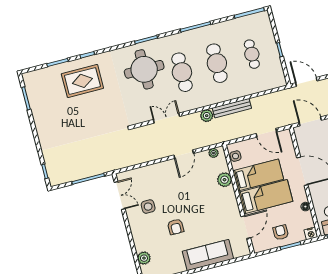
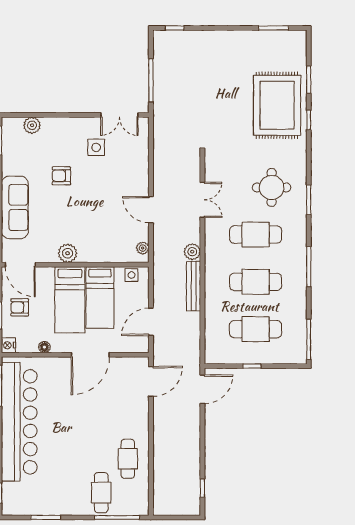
cafe table: (252, 54) -> (256, 329), width x1.37, depth x1.35
round table: (144, 69) -> (272, 187), width x0.73, depth x0.73
rug: (82, 81) -> (277, 105), width x1.37, depth x1.44
plant: (225, 180) -> (68, 253), moved
door: (246, 227) -> (20, 265), moved
armchair: (281, 232) -> (20, 307), turned 180

